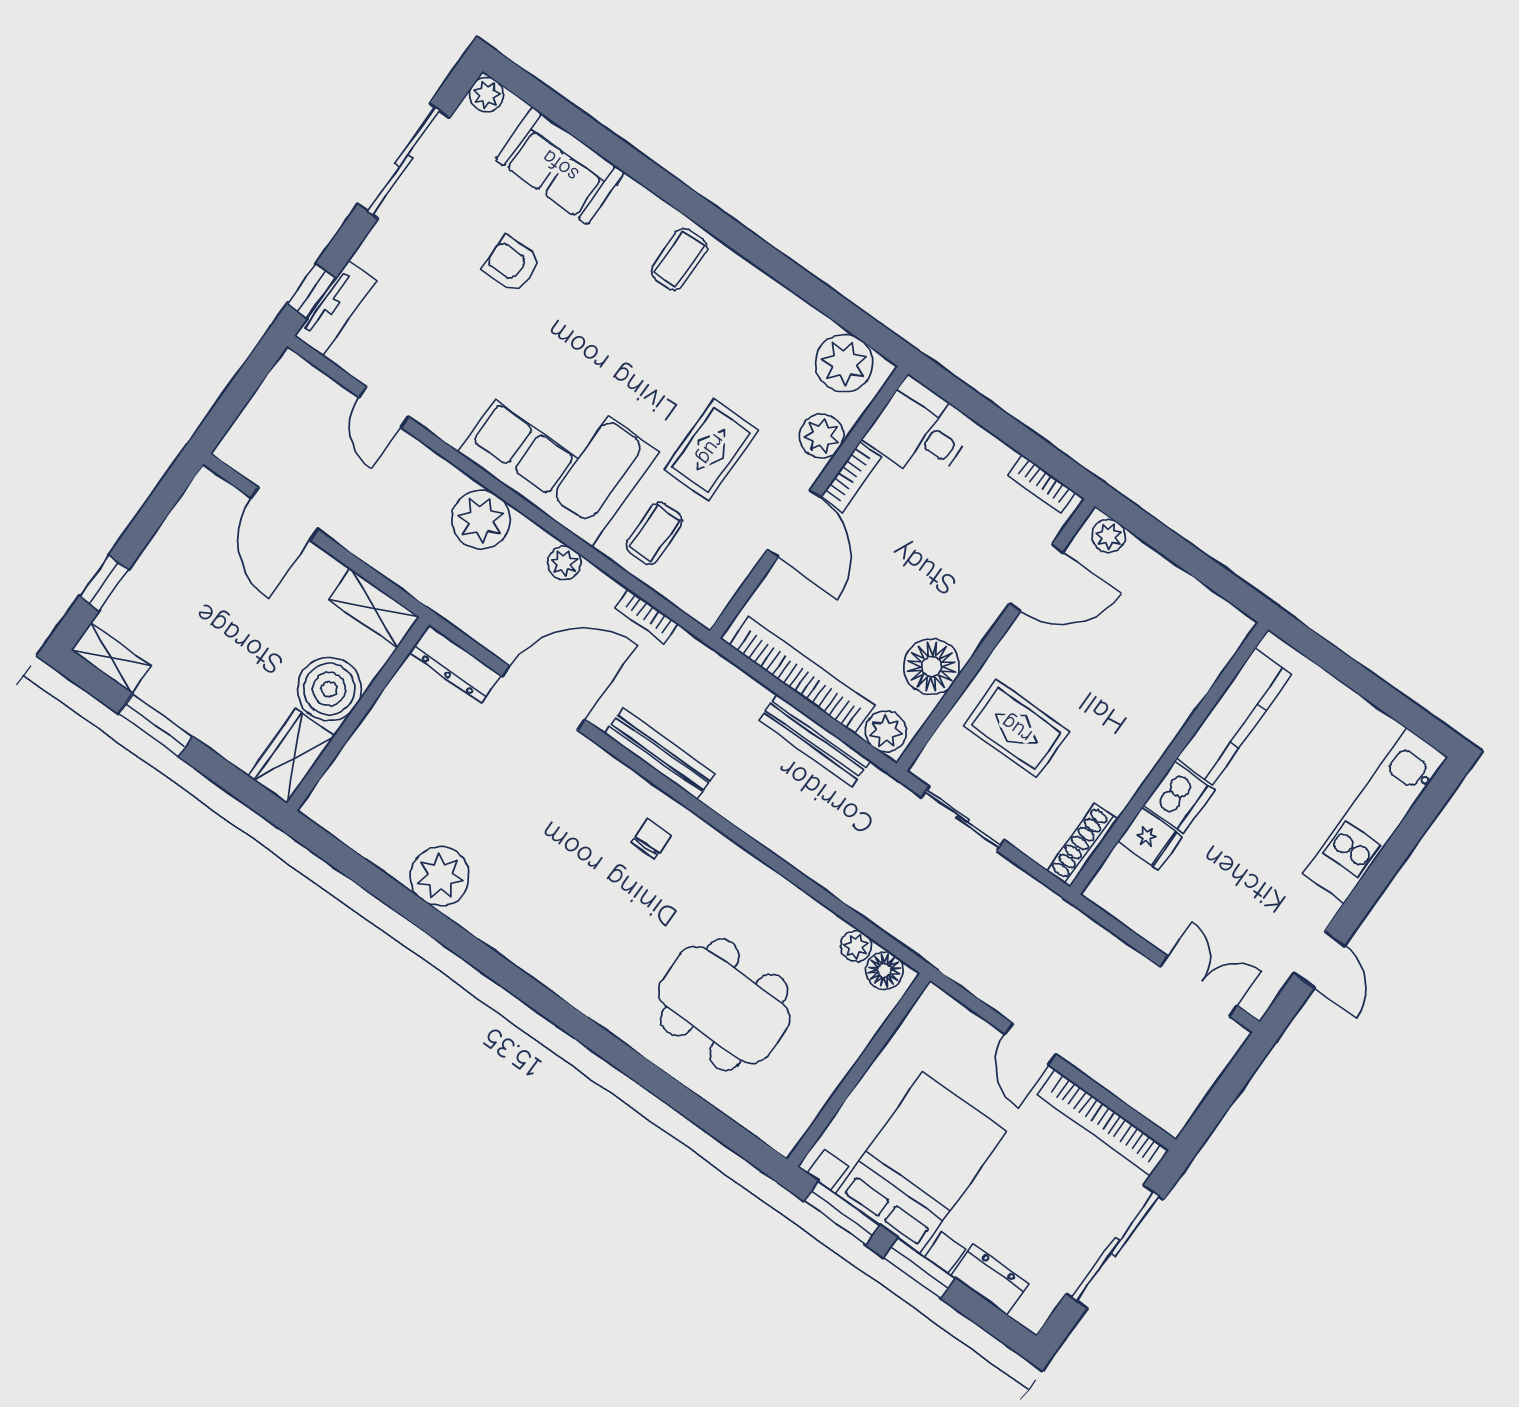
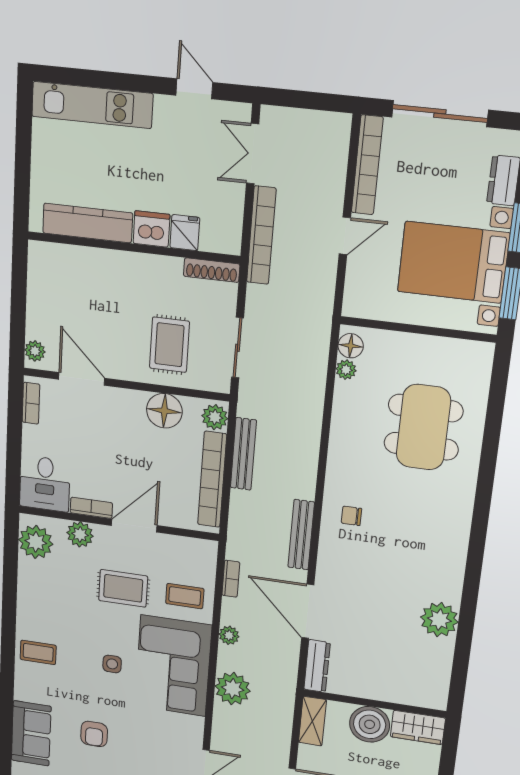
side table: (606, 361) -> (112, 664), added
bookcase: (1091, 937) -> (261, 235), added
door: (1319, 959) -> (194, 89), hinge flipped

